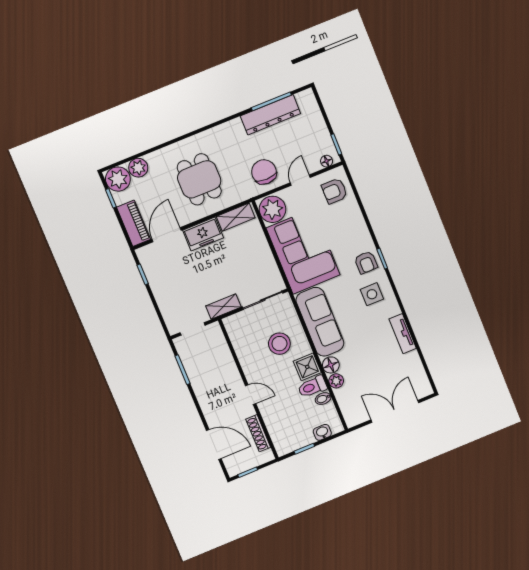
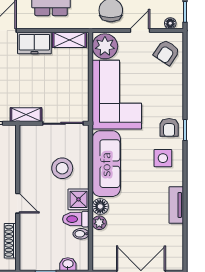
armchair: (334, 191) -> (167, 52), turned -56

